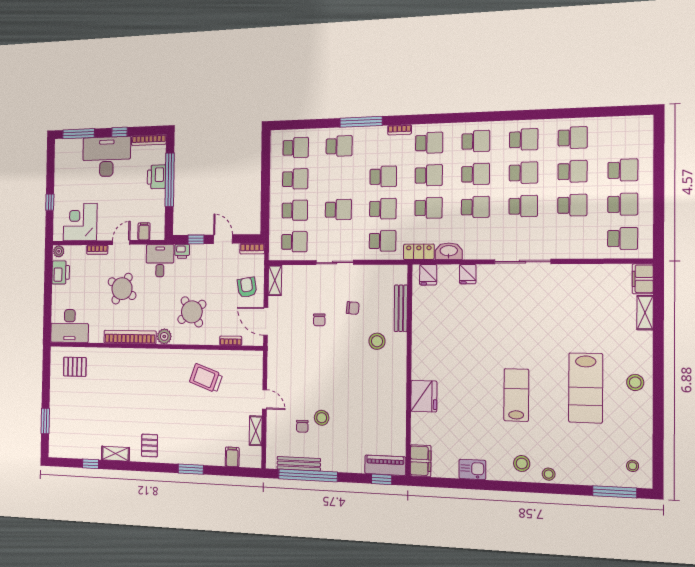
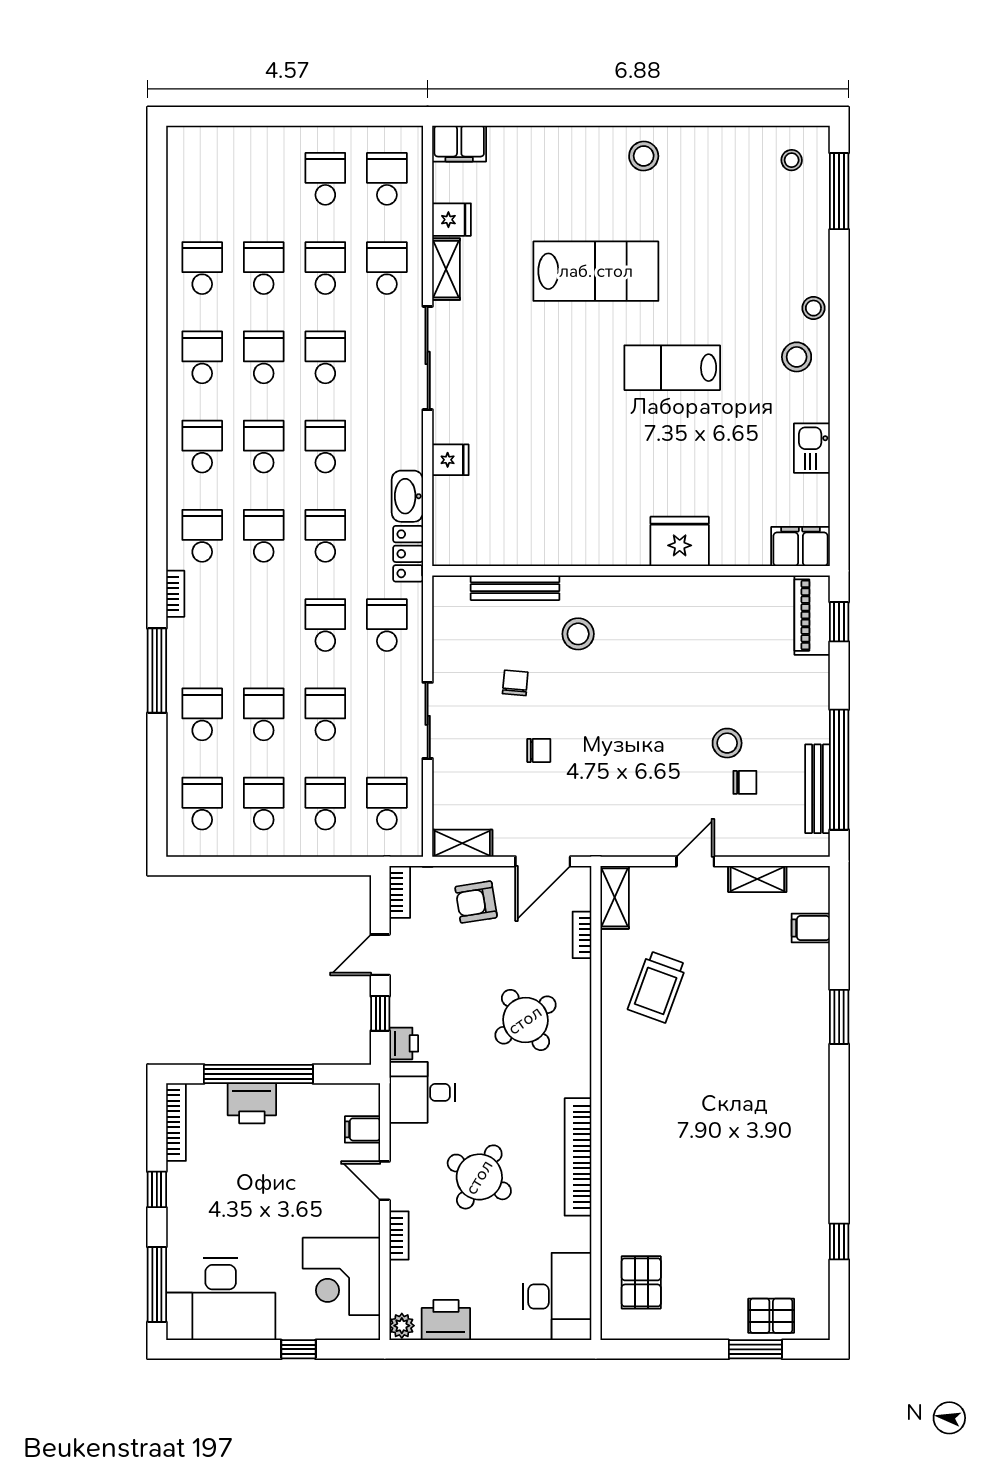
desk: (107, 157) -> (221, 1299), moved, turned -90
school desk: (623, 170) -> (387, 268), moved
school desk: (383, 177) -> (264, 714), moved
fridge: (428, 275) -> (452, 220), moved
shelving: (645, 313) -> (446, 269), moved, turned 90
plant: (164, 336) -> (576, 1080), removed
lab bench: (586, 388) -> (596, 271), moved
pallet: (150, 445) -> (771, 1316), moved
shelving: (115, 454) -> (615, 897), moved

